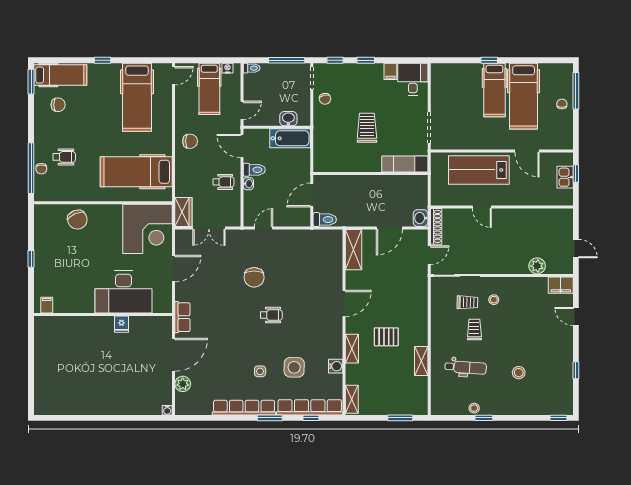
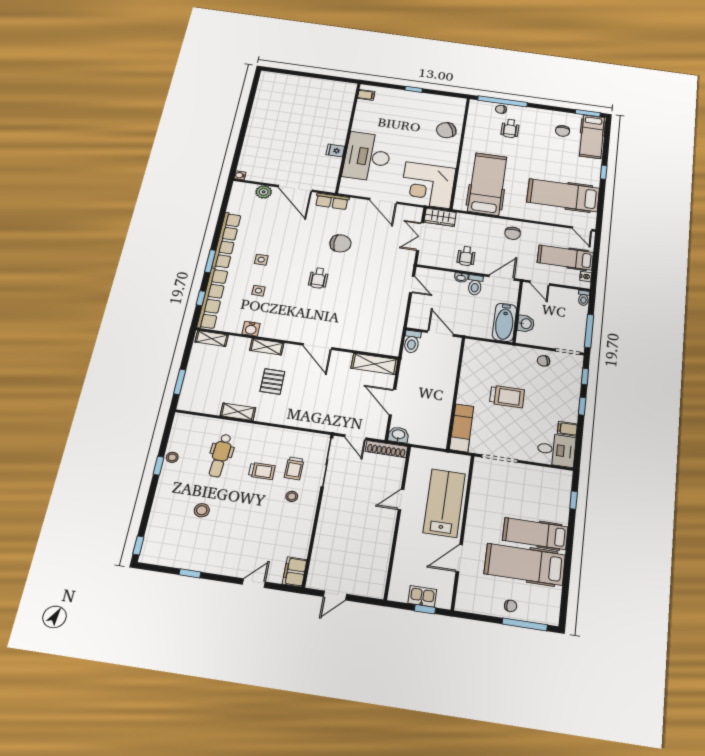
window: (489, 60) -> (574, 500), moved
plant: (537, 266) -> (322, 549), removed
chair: (254, 277) -> (340, 243), moved, turned 180
side table: (294, 367) -> (258, 291), width x0.54, depth x0.54

